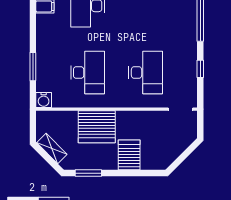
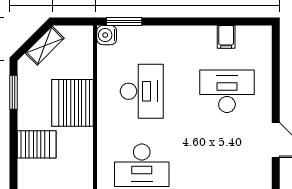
window: (33, 67) -> (124, 21), moved
desk: (88, 73) -> (142, 91), turned -90

